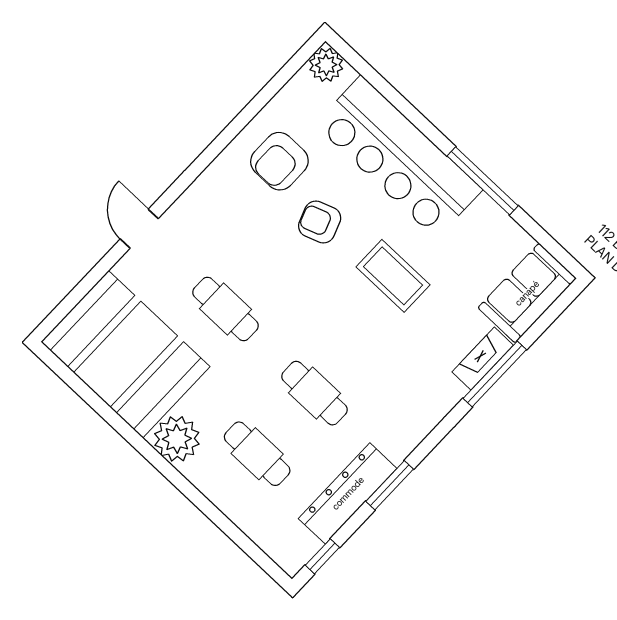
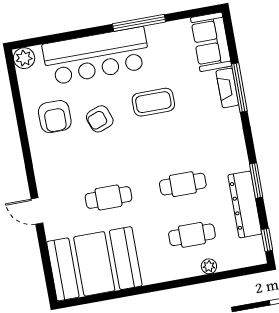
plant: (177, 439) -> (209, 266), moved, width x0.53, depth x0.53

